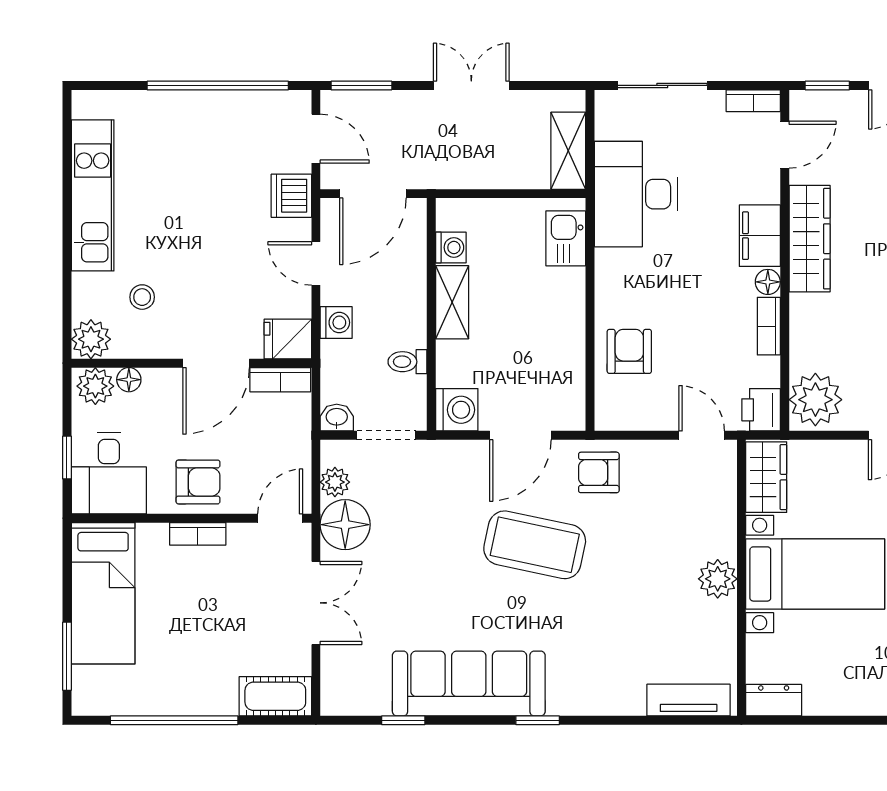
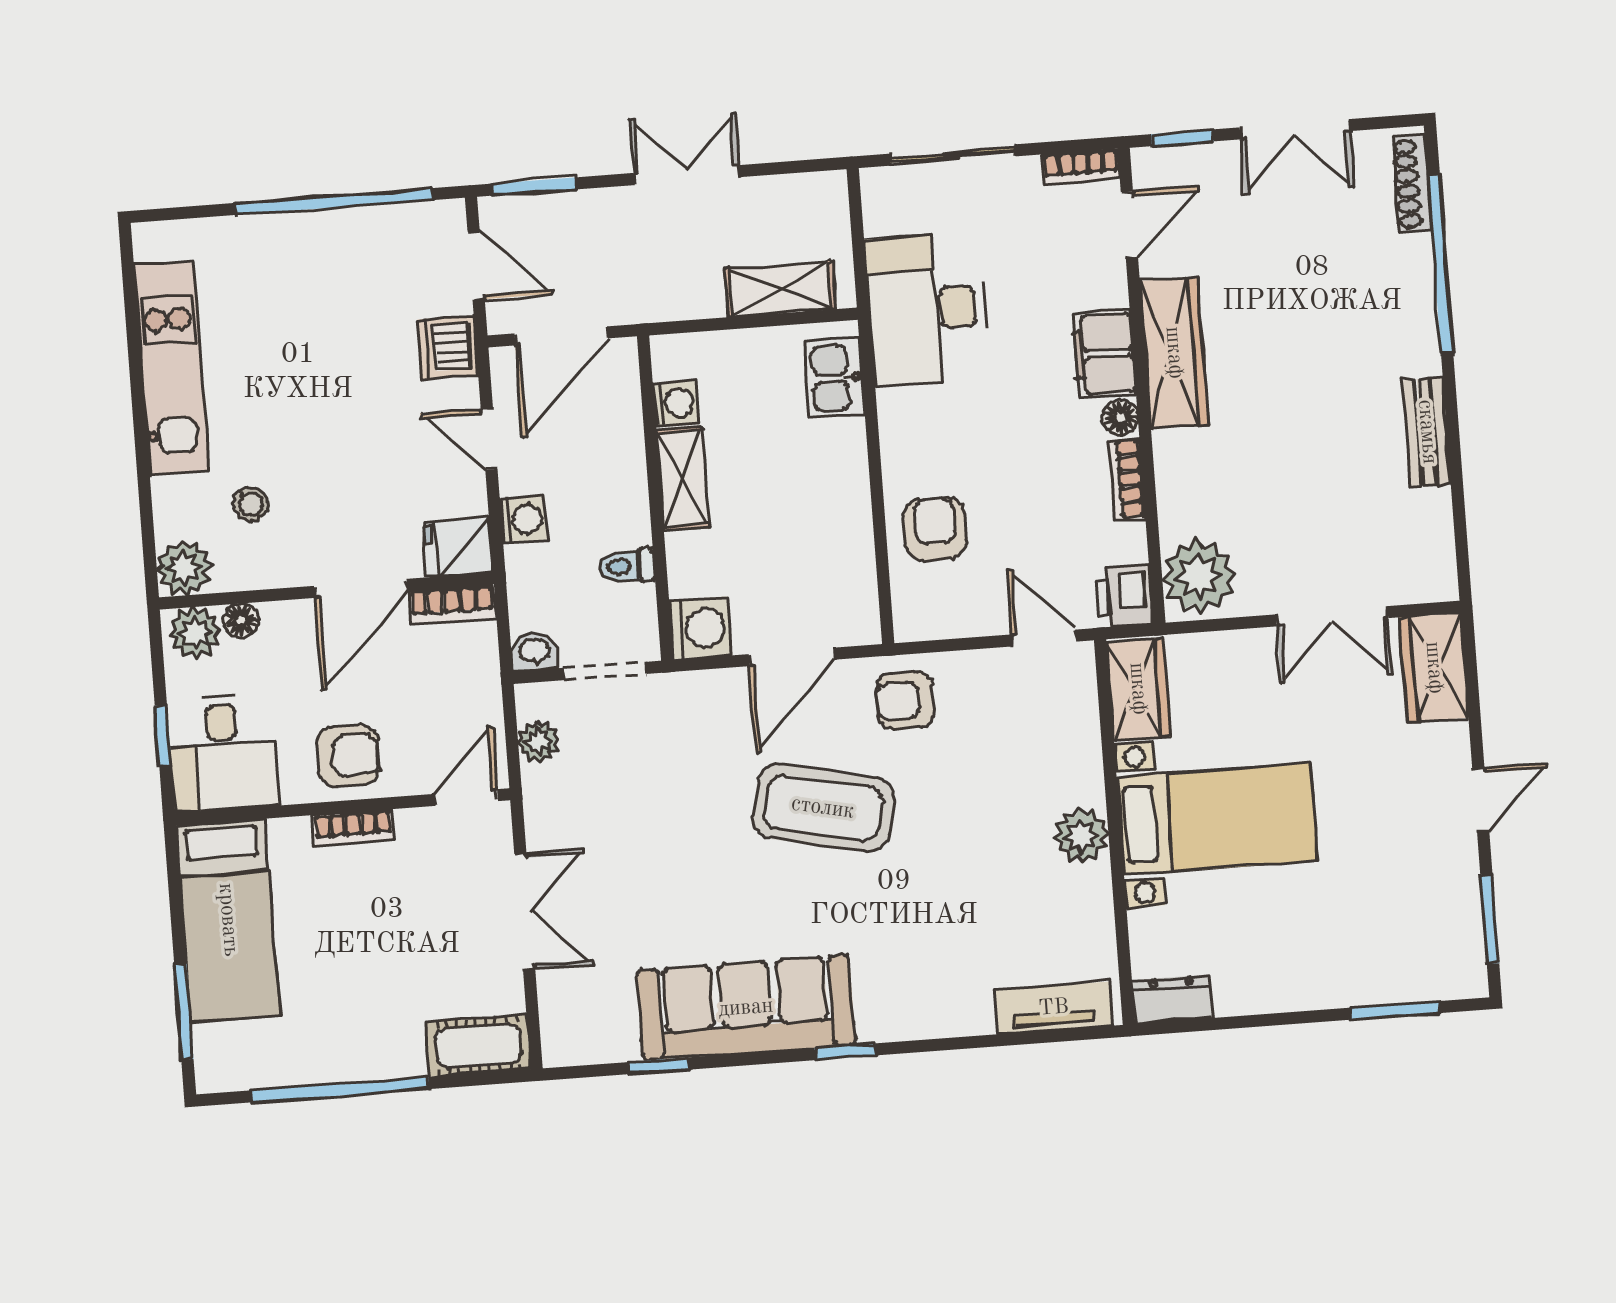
shelving: (568, 151) -> (780, 289), moved, turned 90
floor lamp: (345, 525) -> (557, 800), removed

